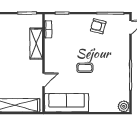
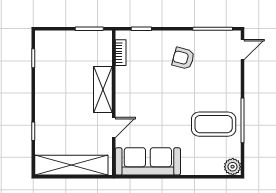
armchair: (98, 26) -> (183, 58), moved
shelving: (36, 44) -> (103, 89), moved
coffee table: (85, 68) -> (214, 124), moved, width x1.86, depth x1.72

